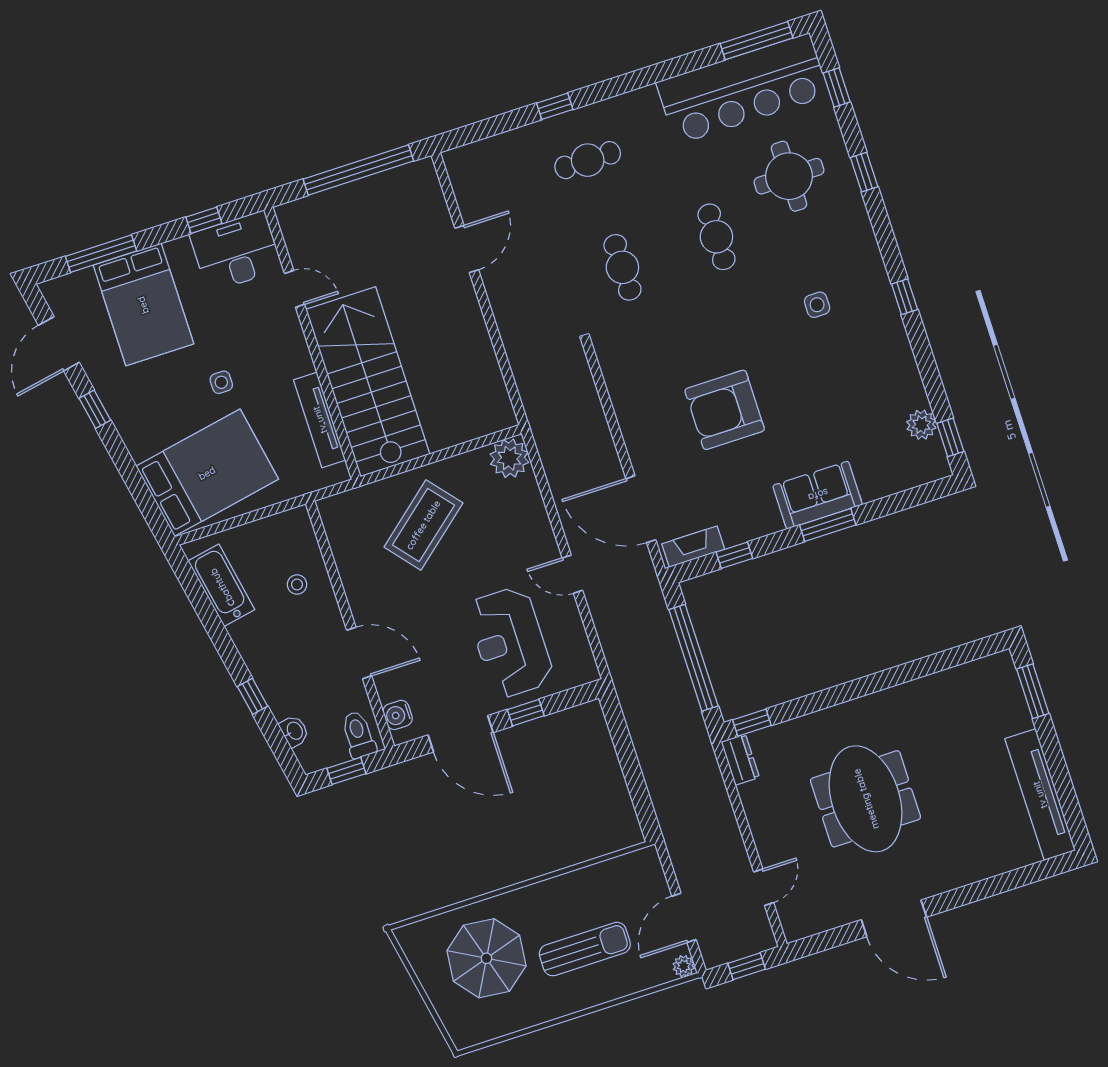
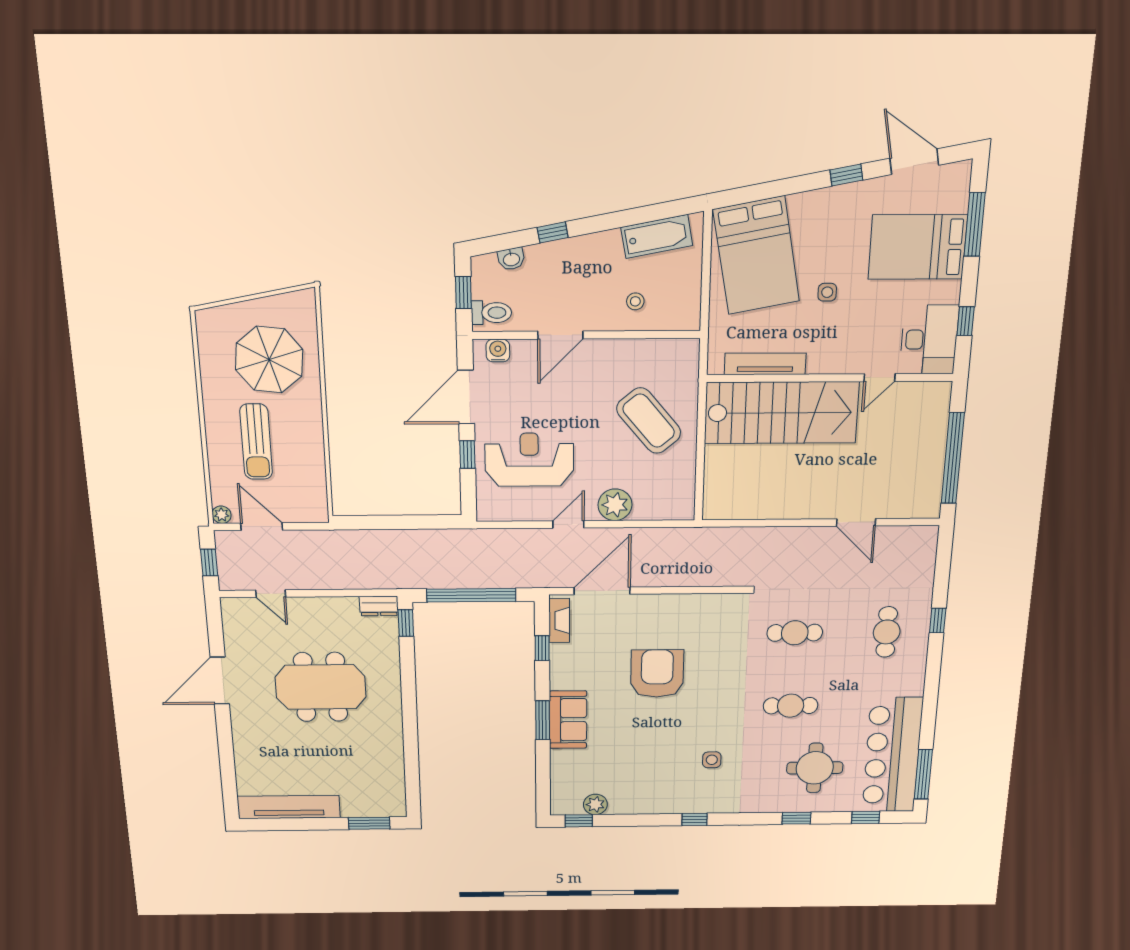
plant: (509, 458) -> (615, 505), moved

